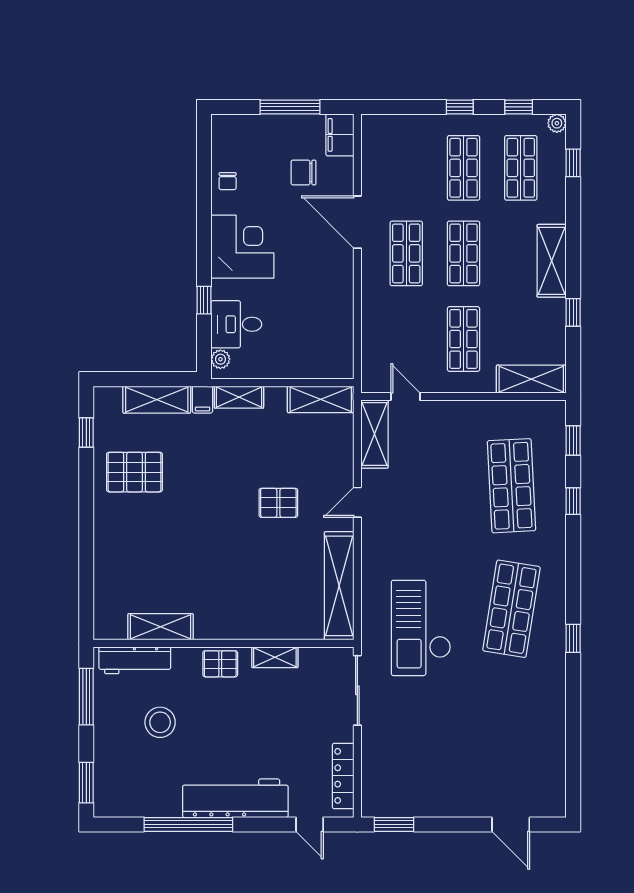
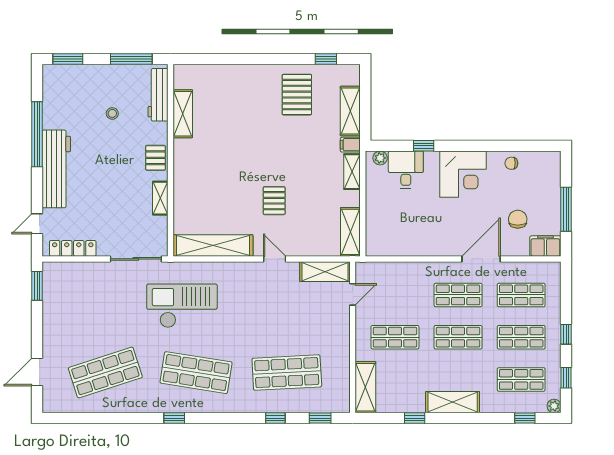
shop shelf: (406, 168) -> (521, 295), added
stool: (160, 722) -> (112, 113), width x0.53, depth x0.53
shop shelf: (511, 732) -> (105, 373), added

